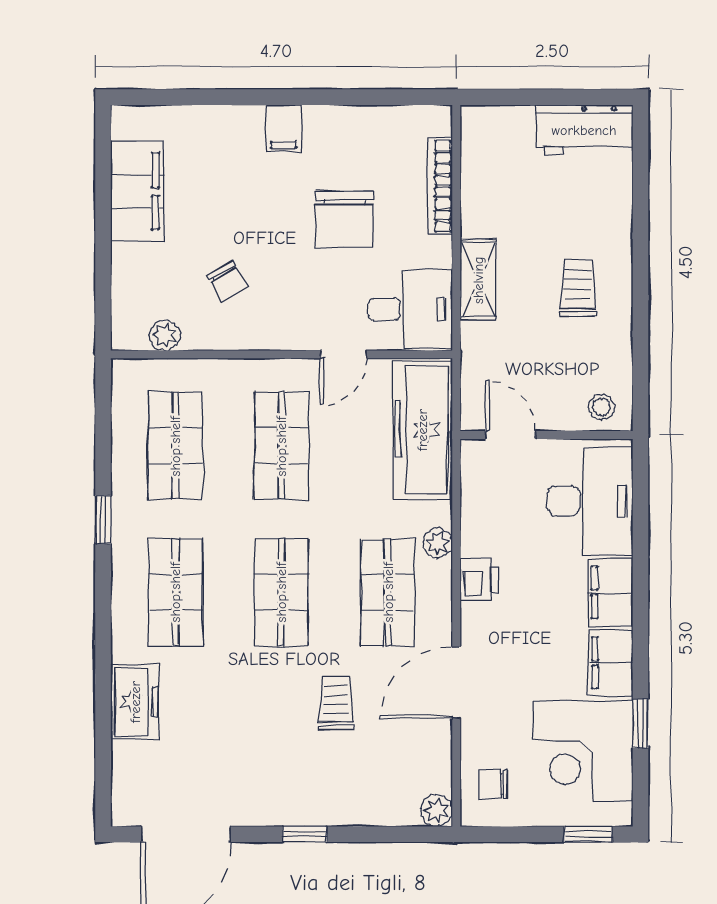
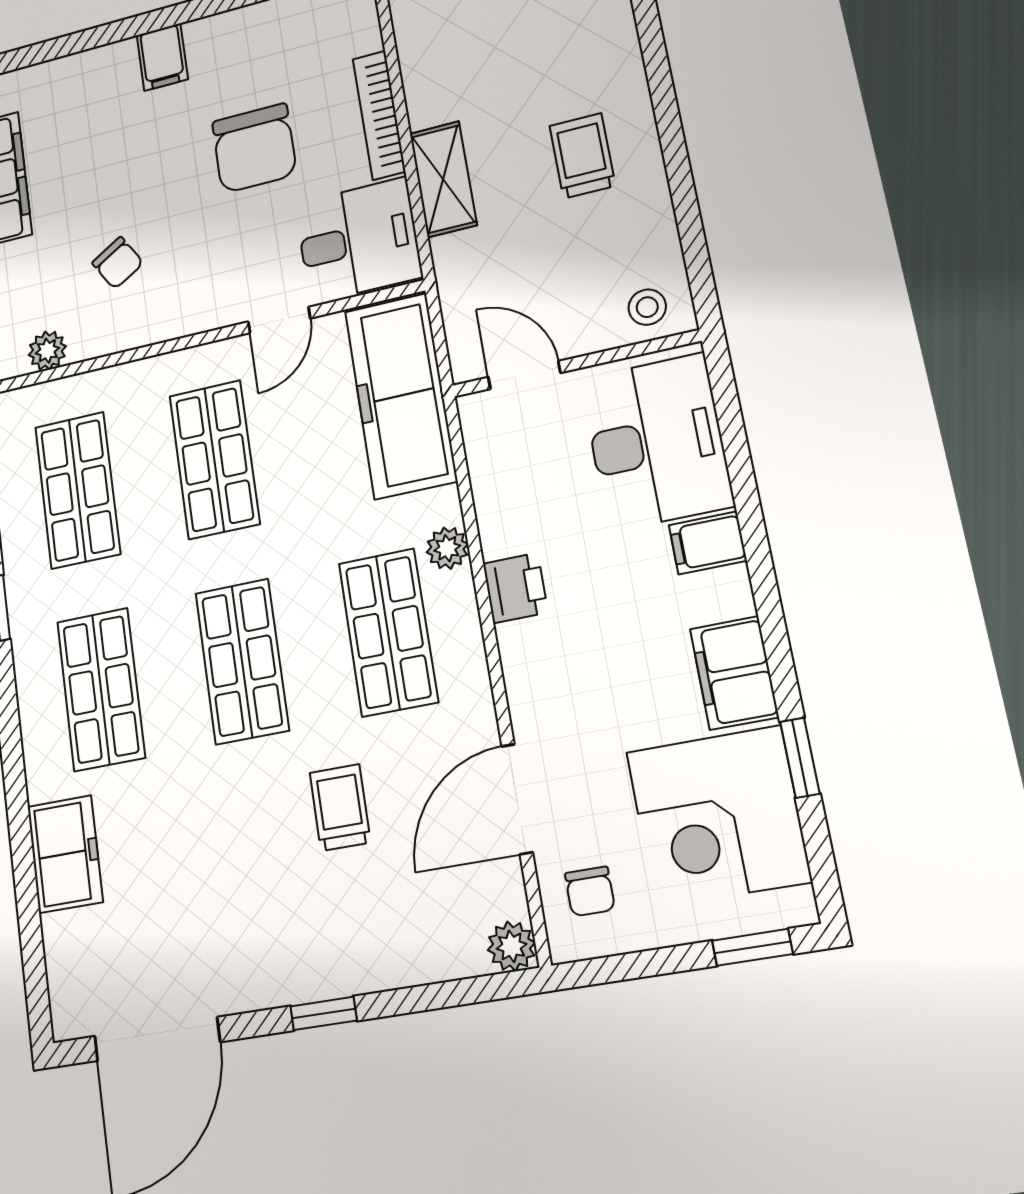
bookcase: (440, 186) -> (379, 115), moved
filing cabinet: (610, 592) -> (708, 543), width x0.50
door: (456, 683) -> (517, 799), moved
chair: (493, 784) -> (590, 891), turned -90

